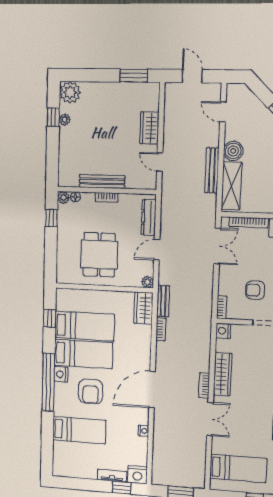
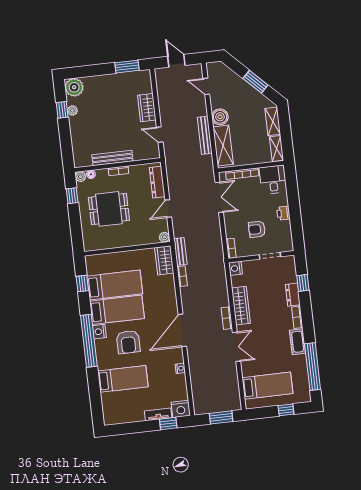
dining table: (99, 255) -> (109, 209), moved, turned 90

